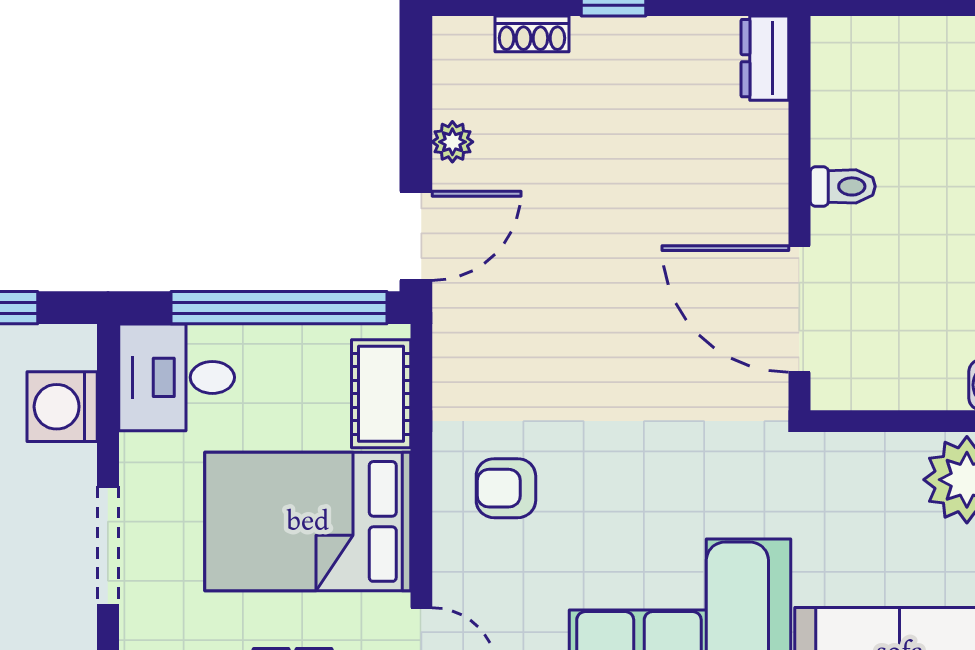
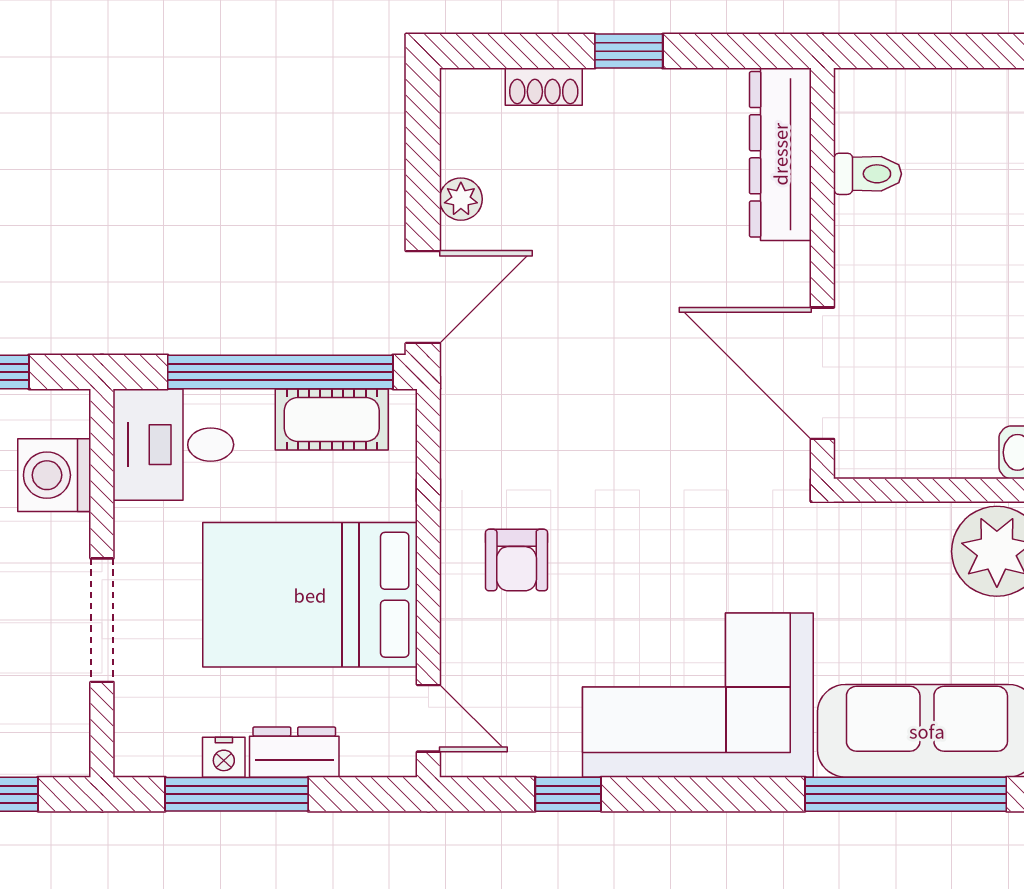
dresser: (765, 58) -> (780, 154), width x1.96, depth x1.24
toilet: (843, 186) -> (868, 174), moved
cot: (381, 394) -> (332, 420), moved, turned 90
armchair: (506, 488) -> (517, 560), turned -90

